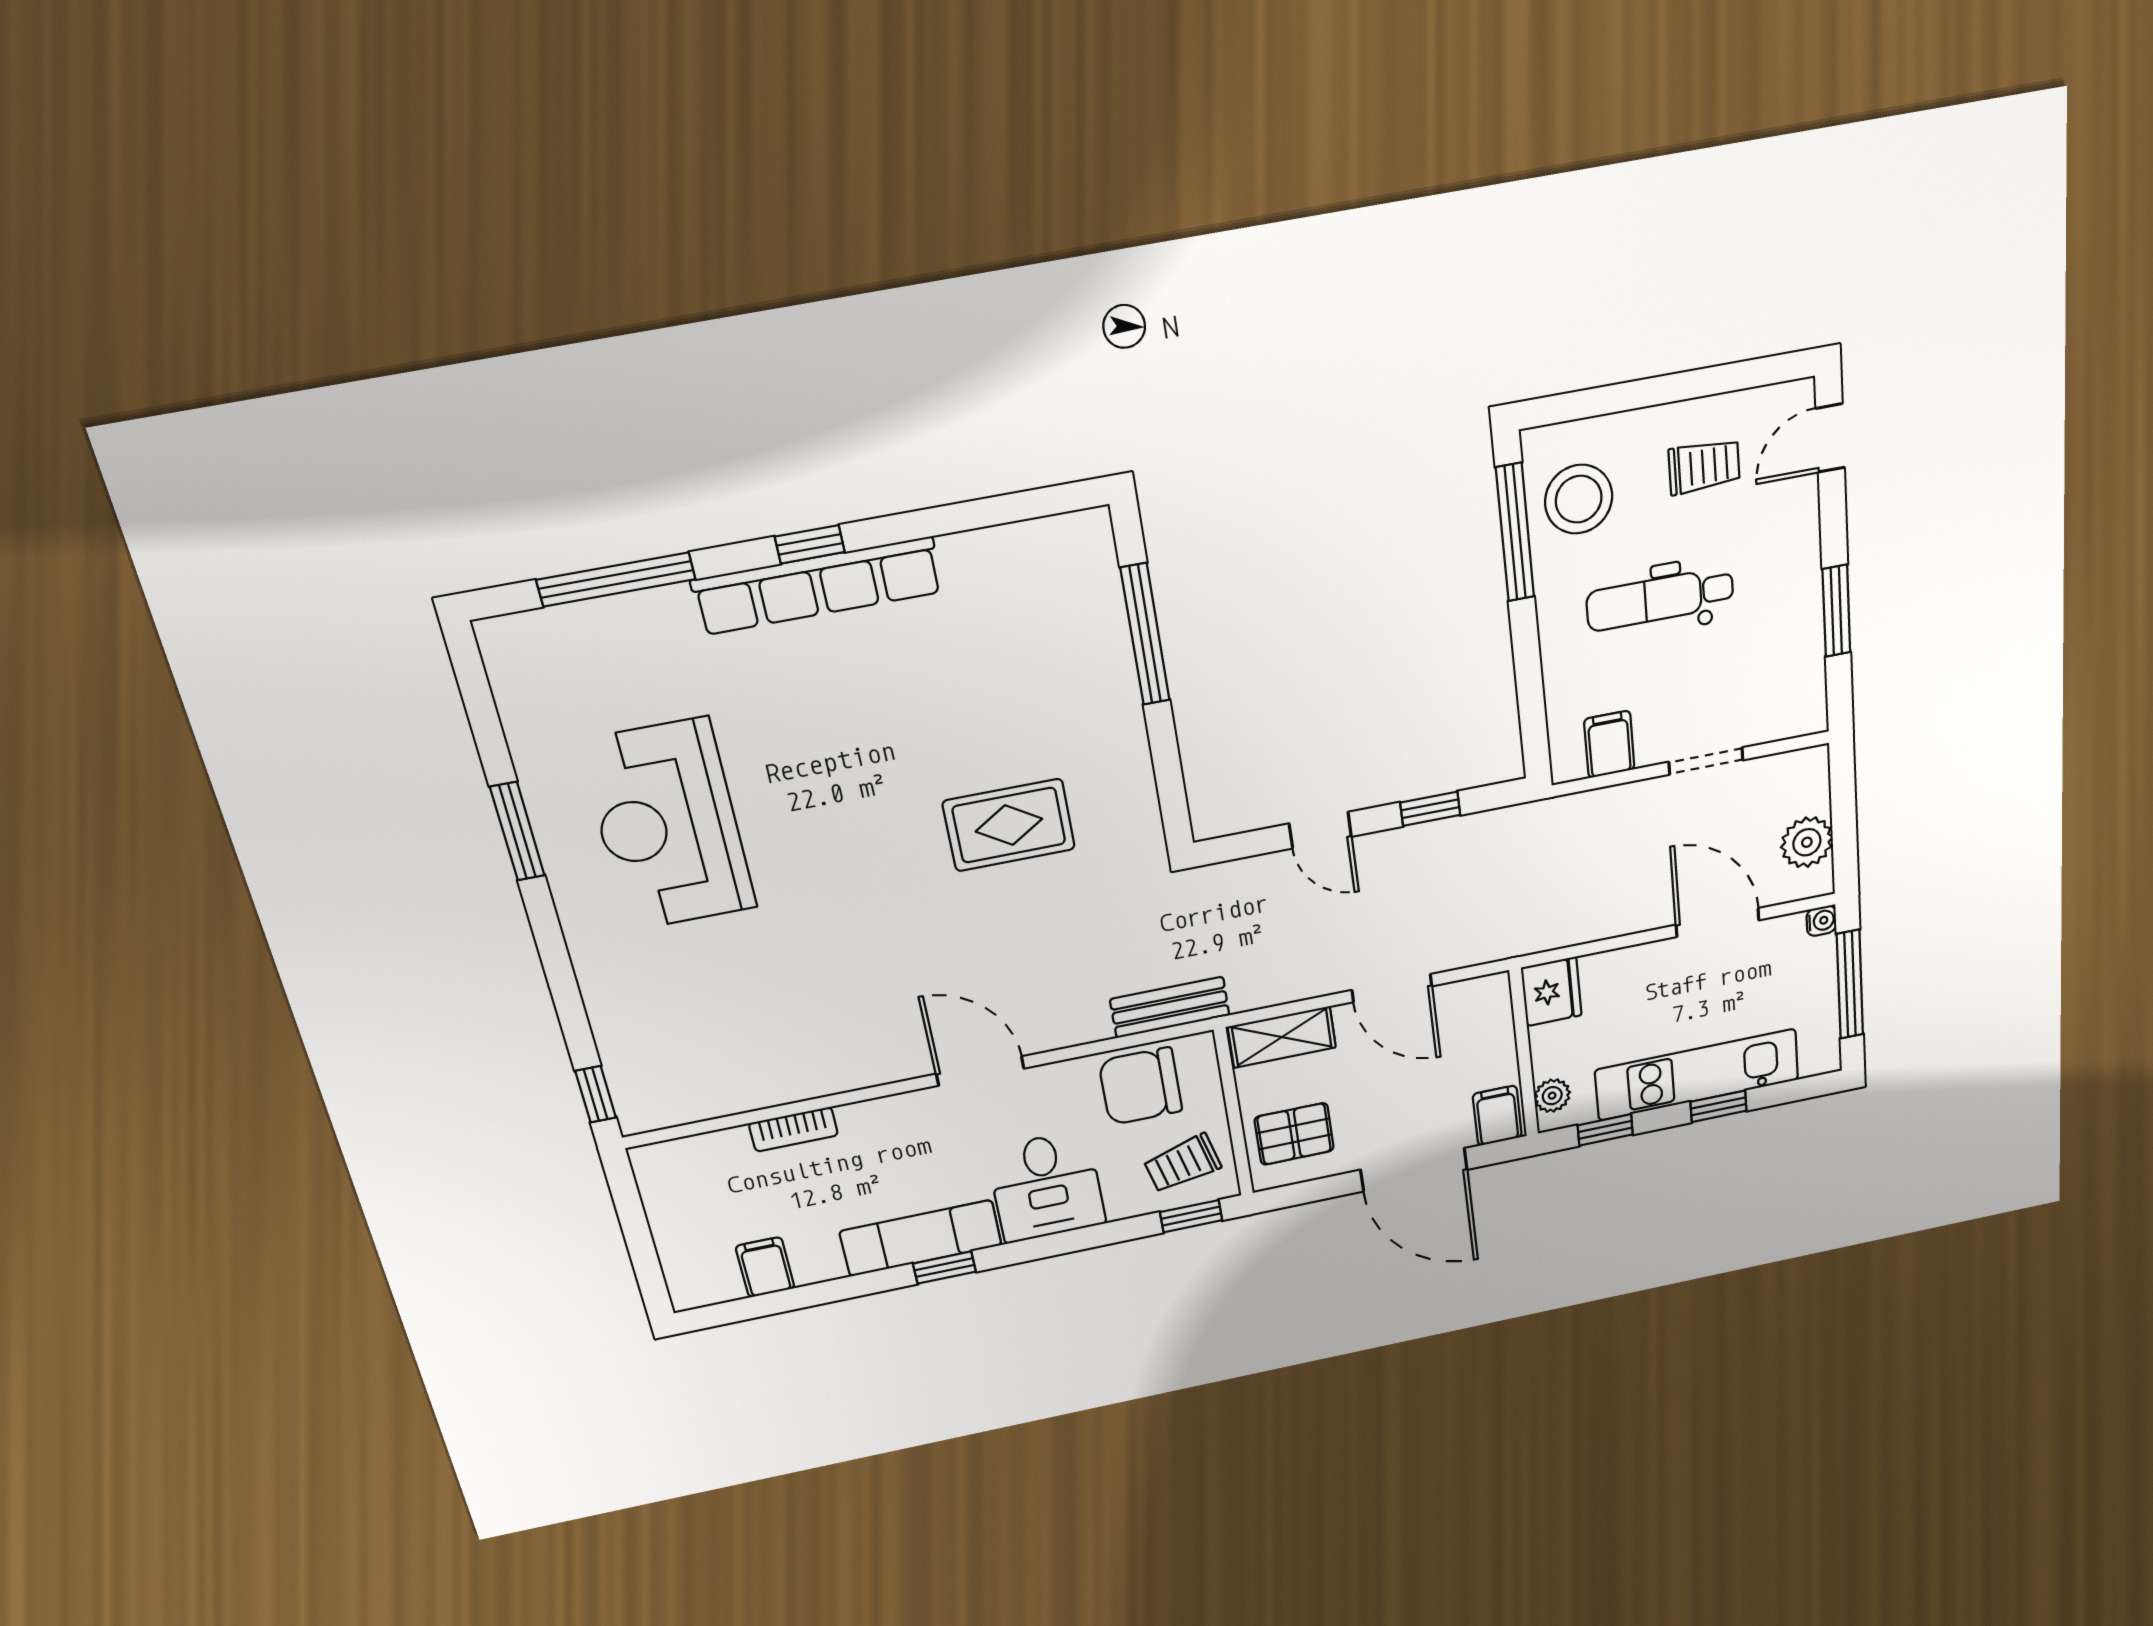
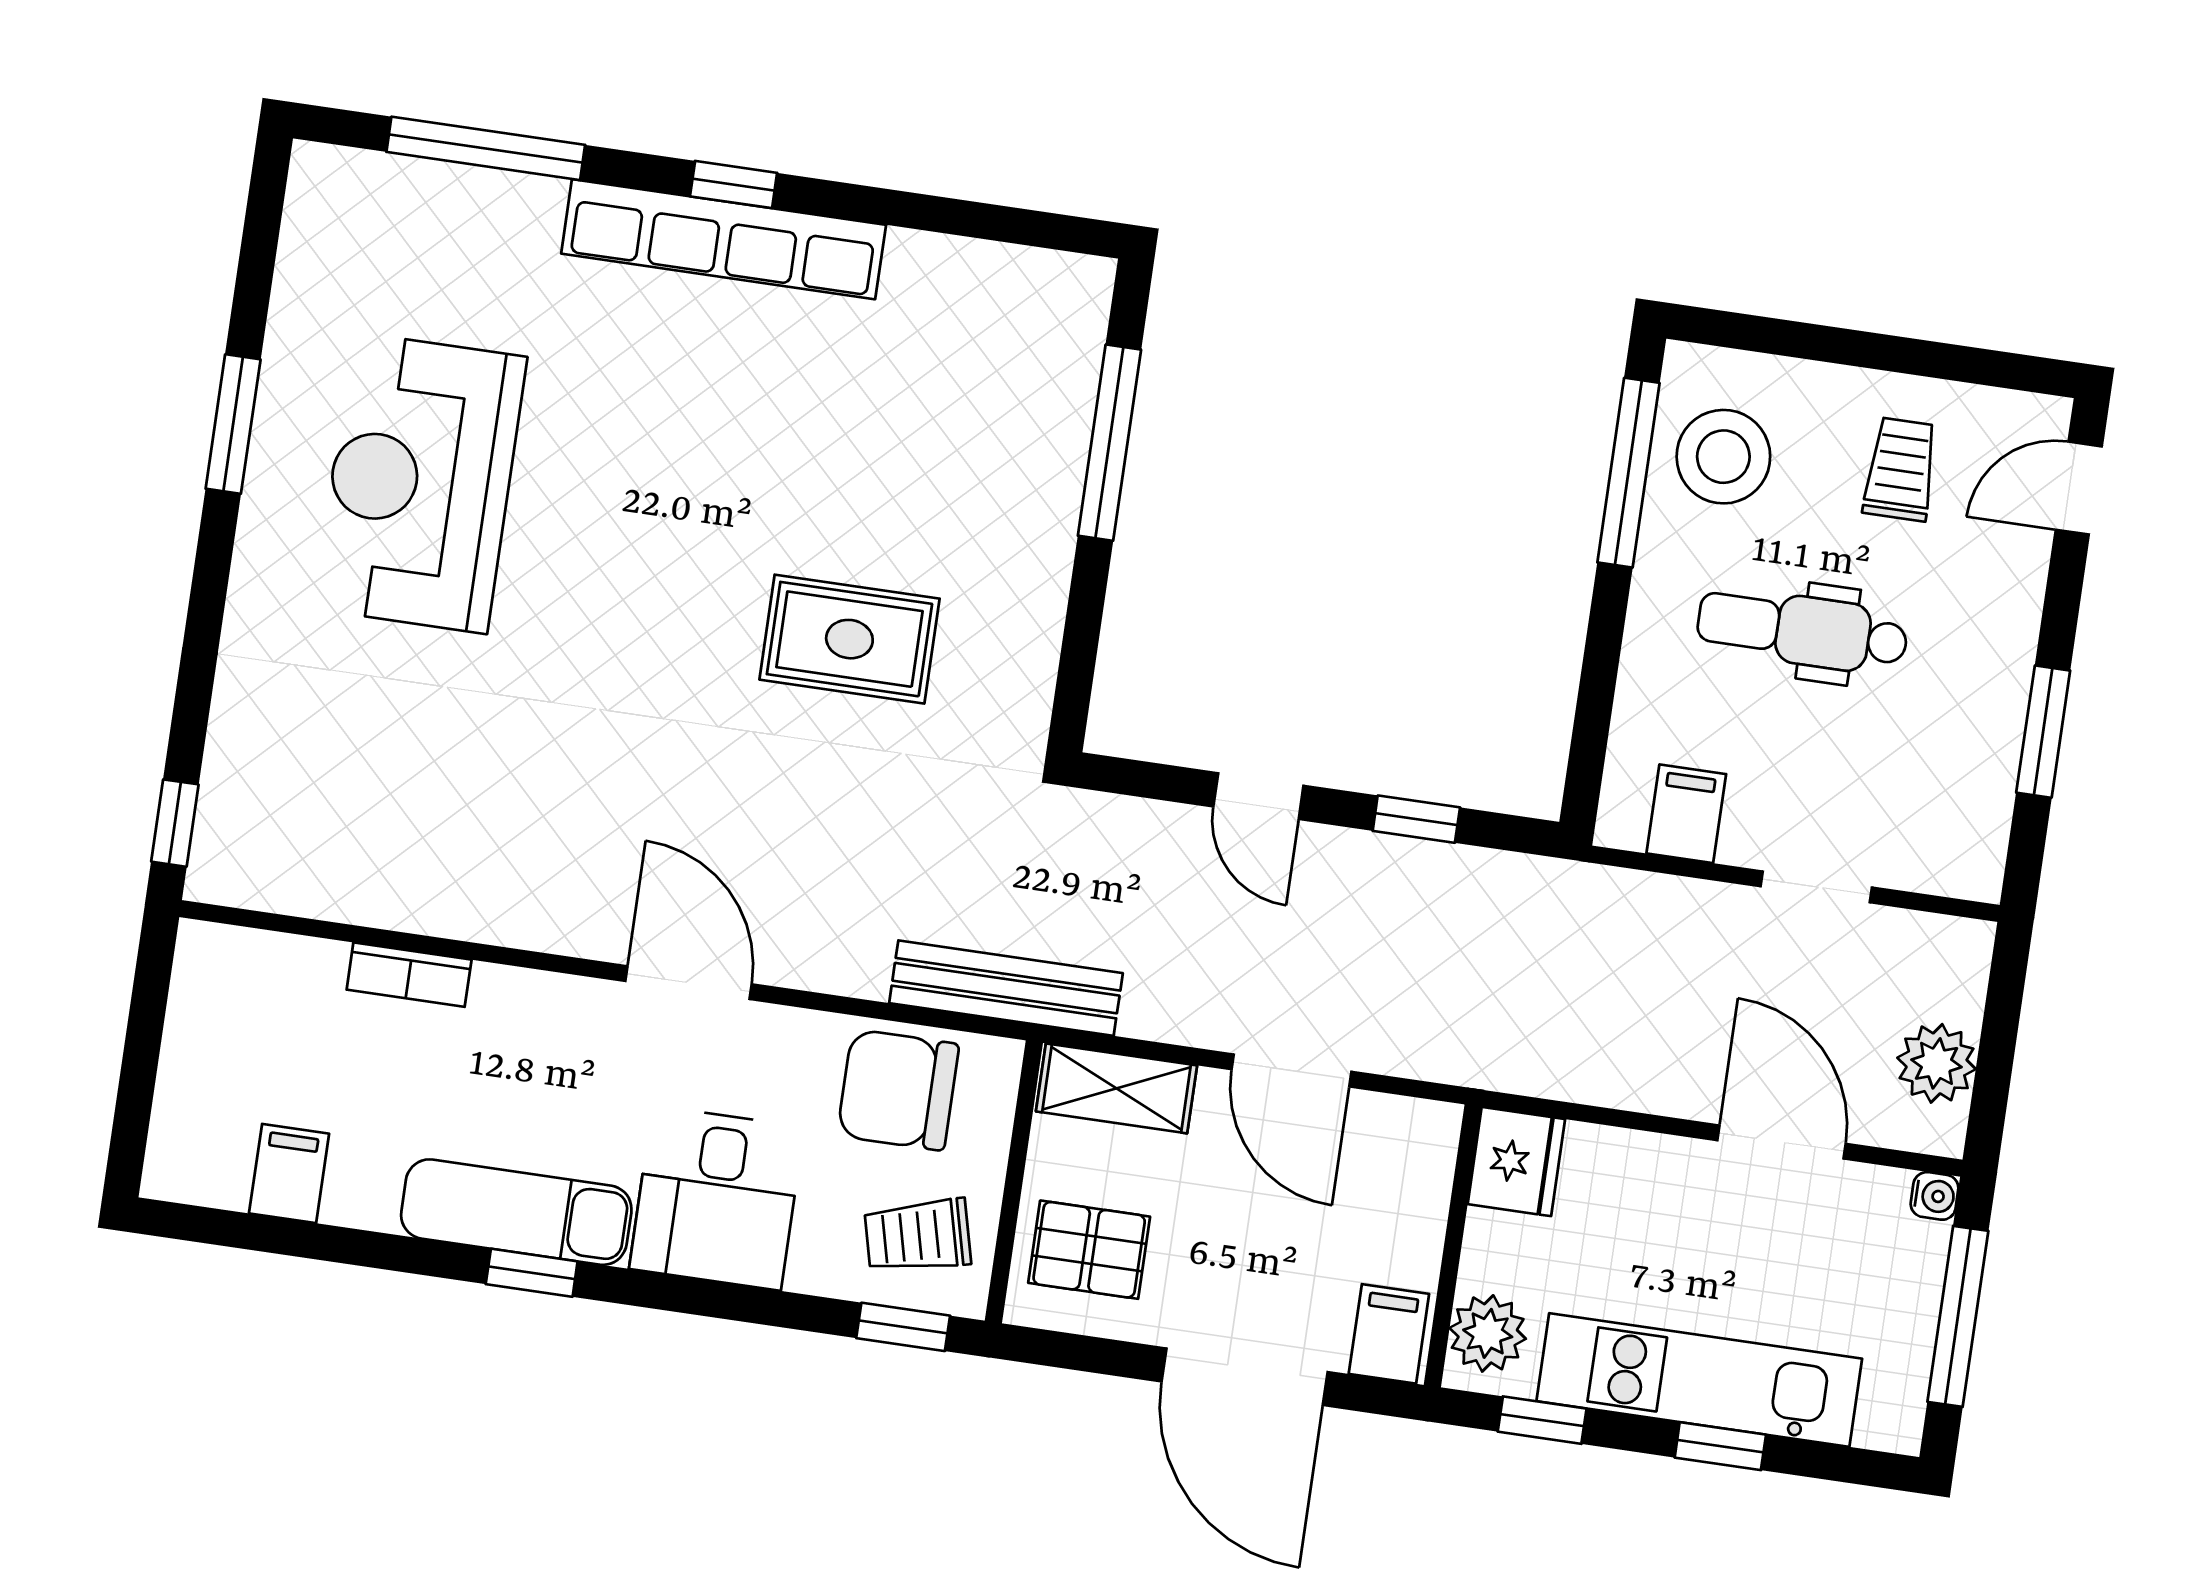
trolley: (1704, 466) -> (1901, 469), turned -90
bench: (1170, 1007) -> (1006, 988), width x1.36
plant: (1552, 1096) -> (1488, 1333), width x1.38, depth x1.38

